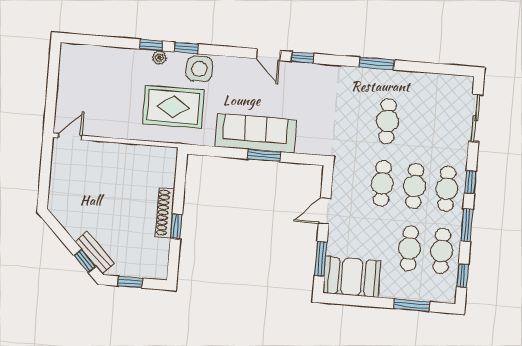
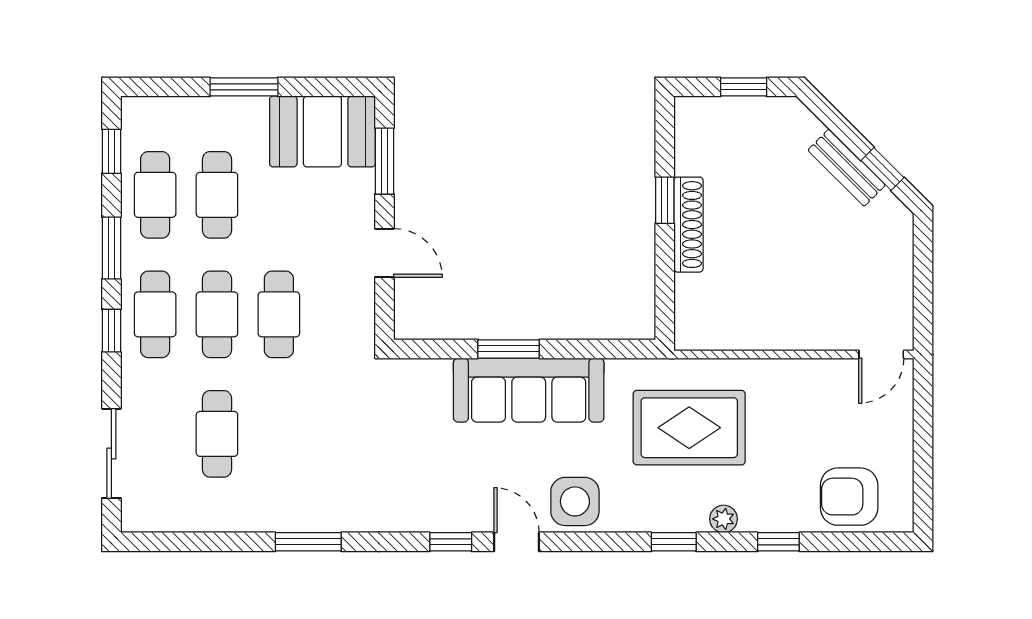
window: (151, 45) -> (778, 542), moved
armchair: (93, 64) -> (849, 497), added
side table: (199, 69) -> (575, 501), moved
cafe table: (387, 121) -> (217, 434), moved
door: (325, 211) -> (384, 253), hinge flipped
bench: (95, 253) -> (847, 168), moved
window: (85, 261) -> (883, 169), moved
window: (412, 305) -> (244, 87), moved

